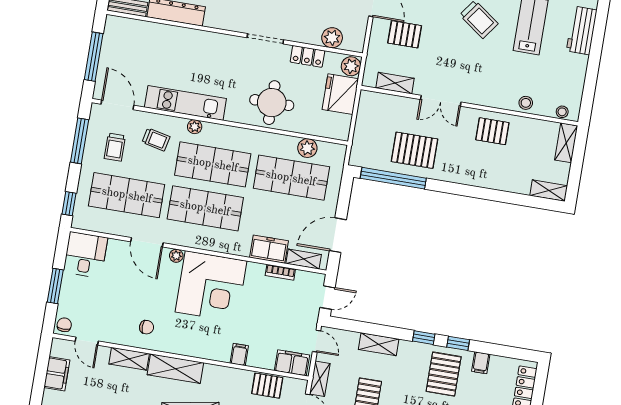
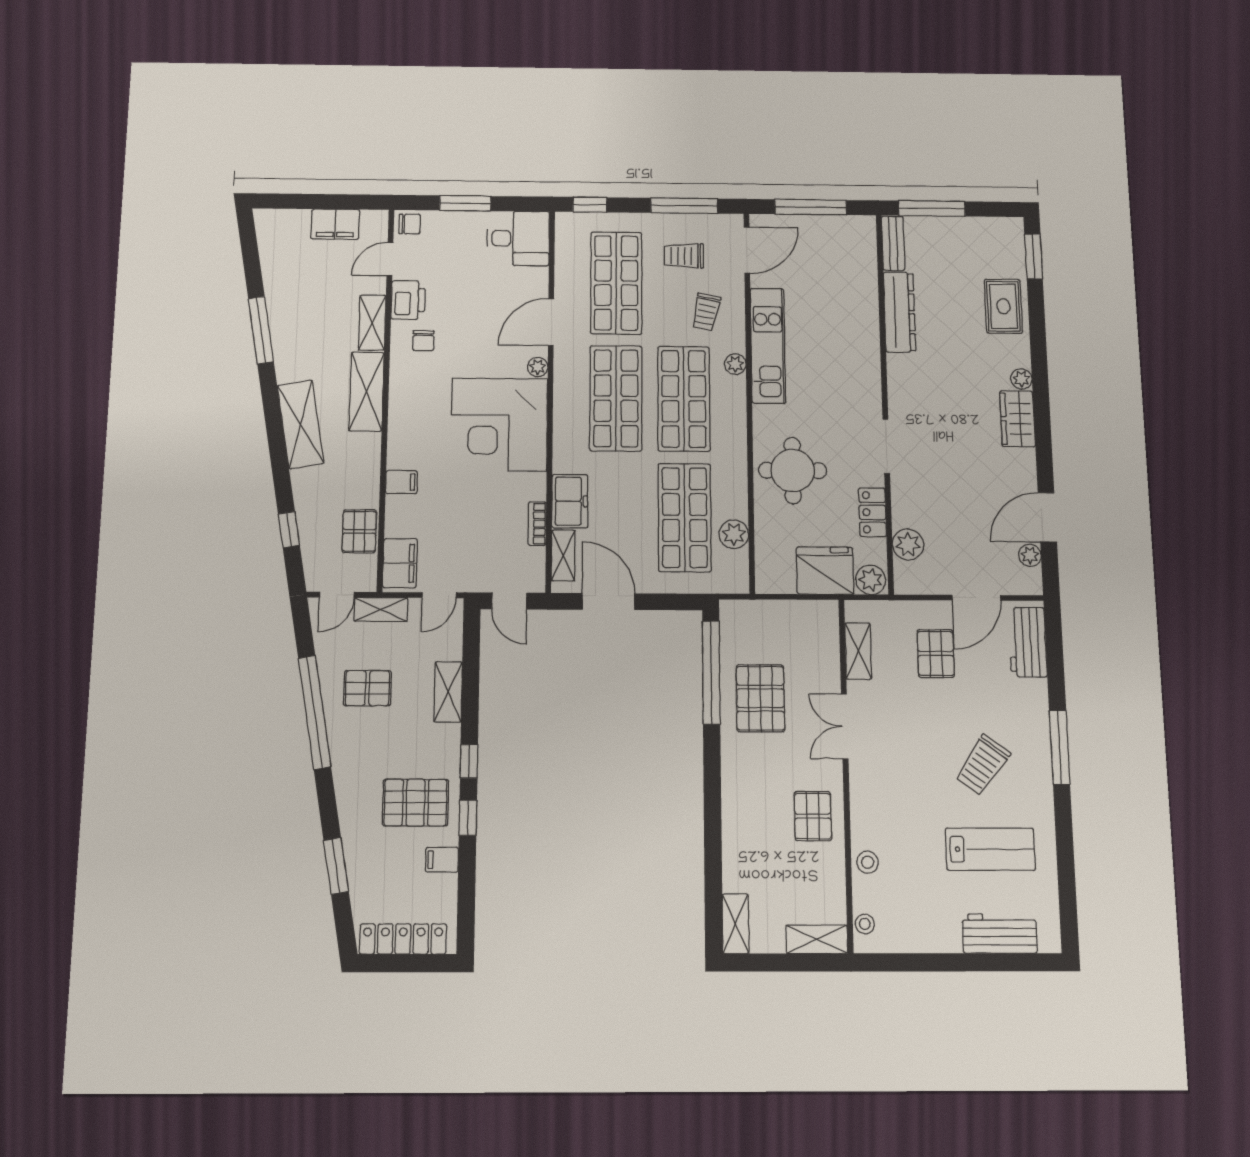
printer: (117, 333) -> (408, 300), added

